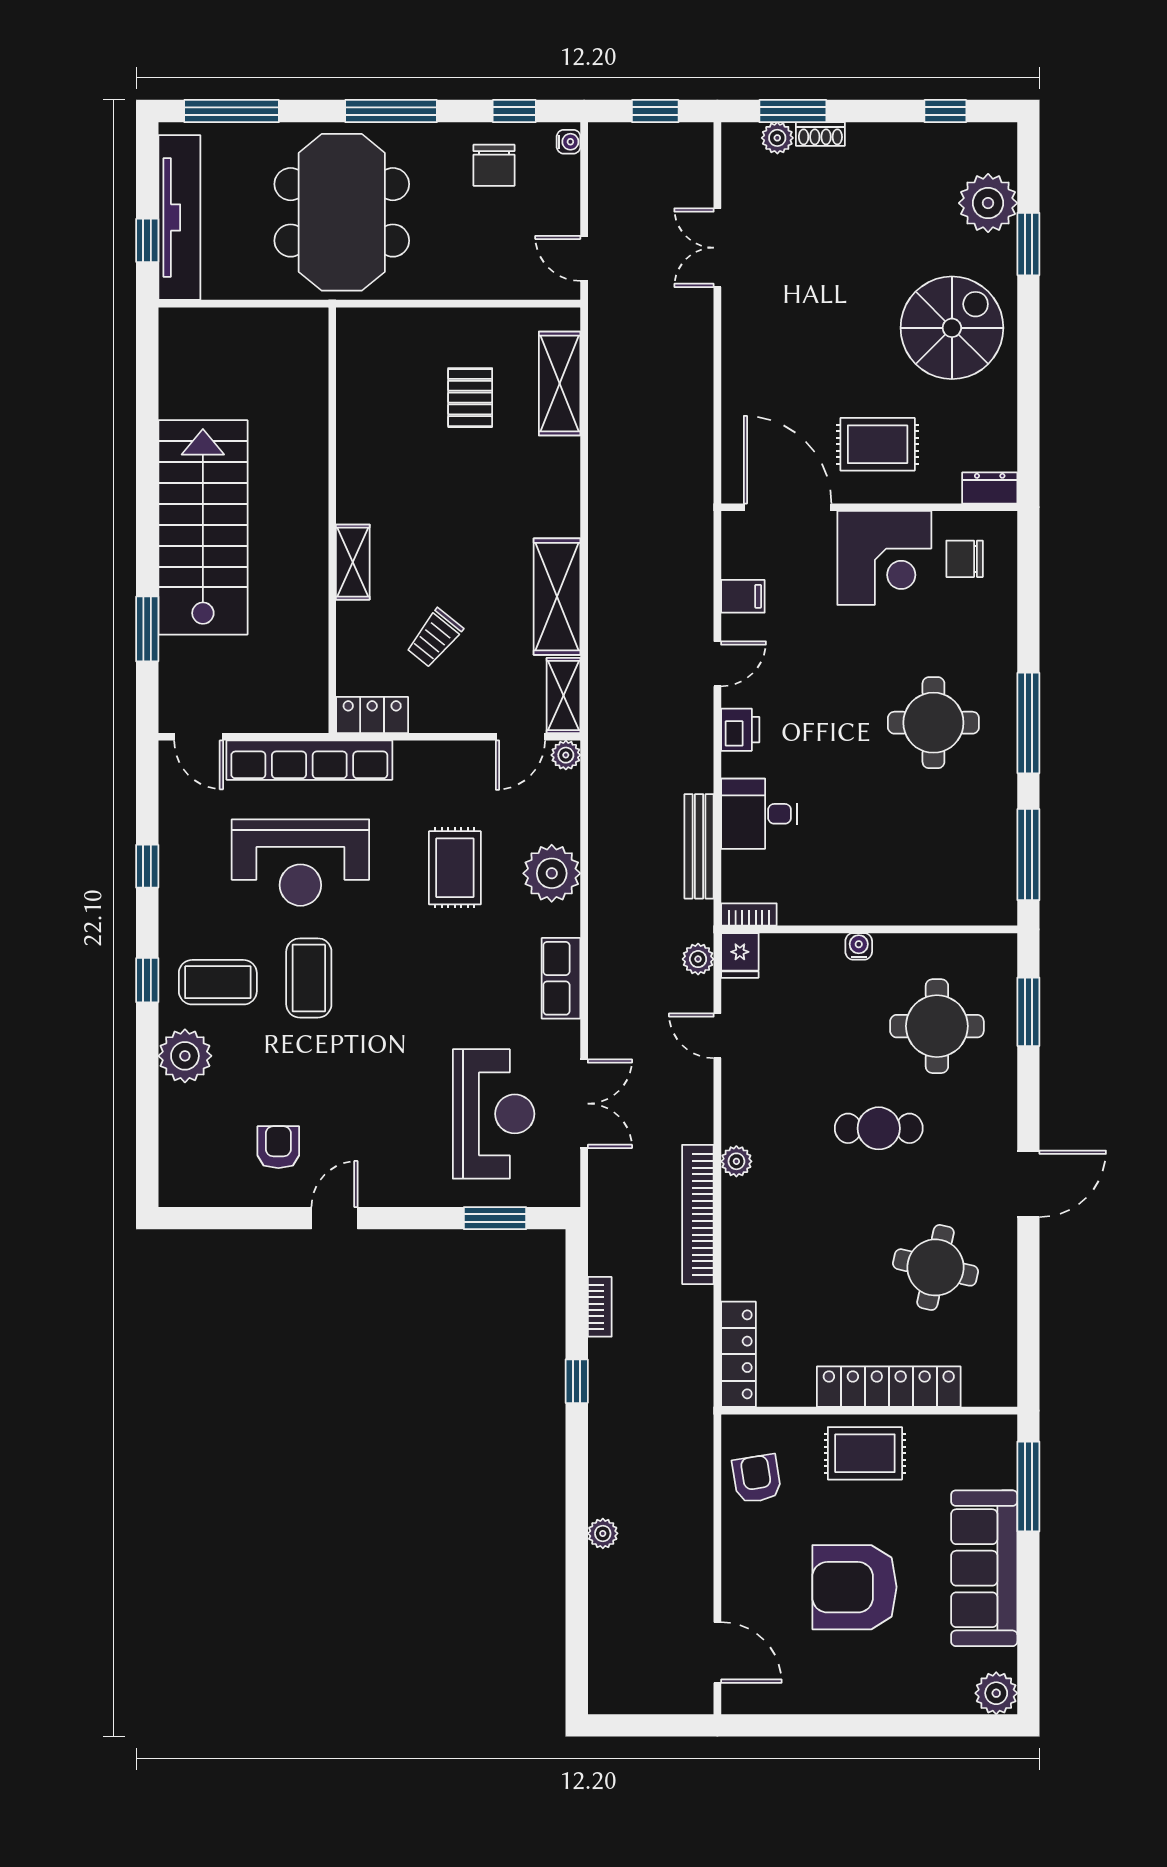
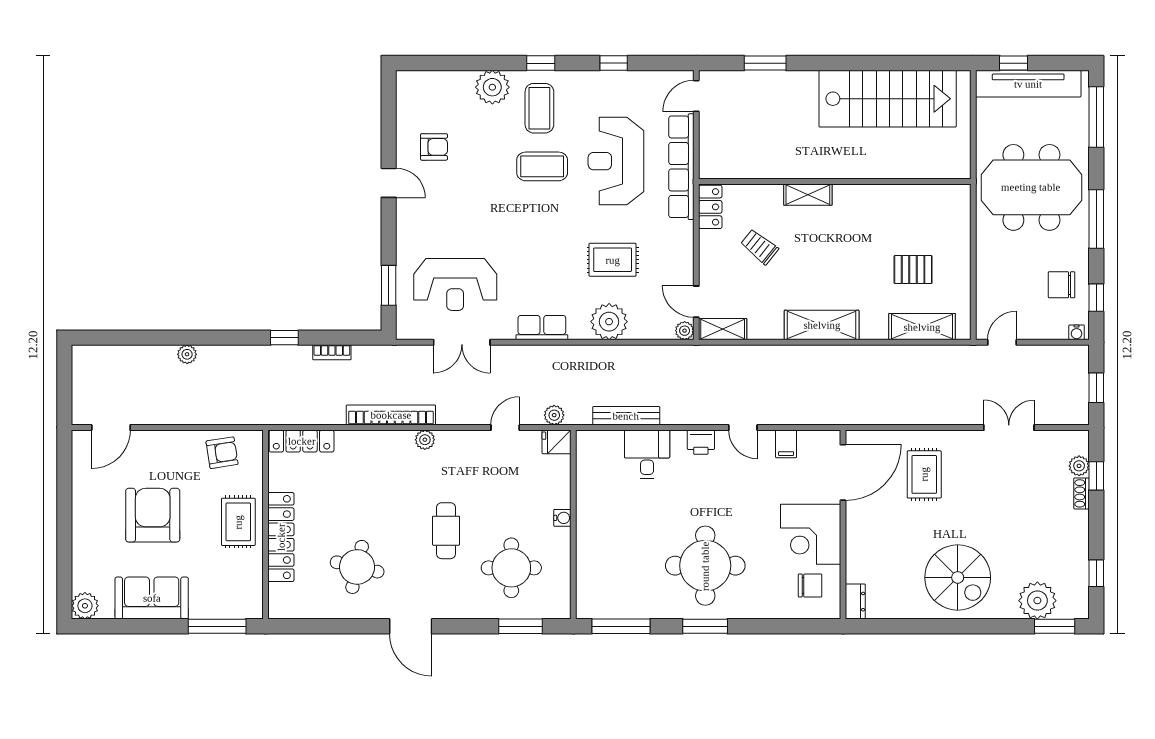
window: (793, 111) -> (1096, 476), width x0.67
window: (1028, 244) -> (1055, 626), moved
rug: (878, 444) -> (924, 474), moved
stairs: (203, 527) -> (888, 99), moved
chair: (965, 559) -> (810, 585), turned 90
shelving: (557, 597) -> (822, 325), moved
round table: (933, 723) -> (705, 566), width x1.36, depth x1.36
window: (1028, 723) -> (705, 626), width x0.69
bookcase: (749, 914) -> (583, 448), removed
sofa: (984, 1568) -> (152, 598), width x0.73

